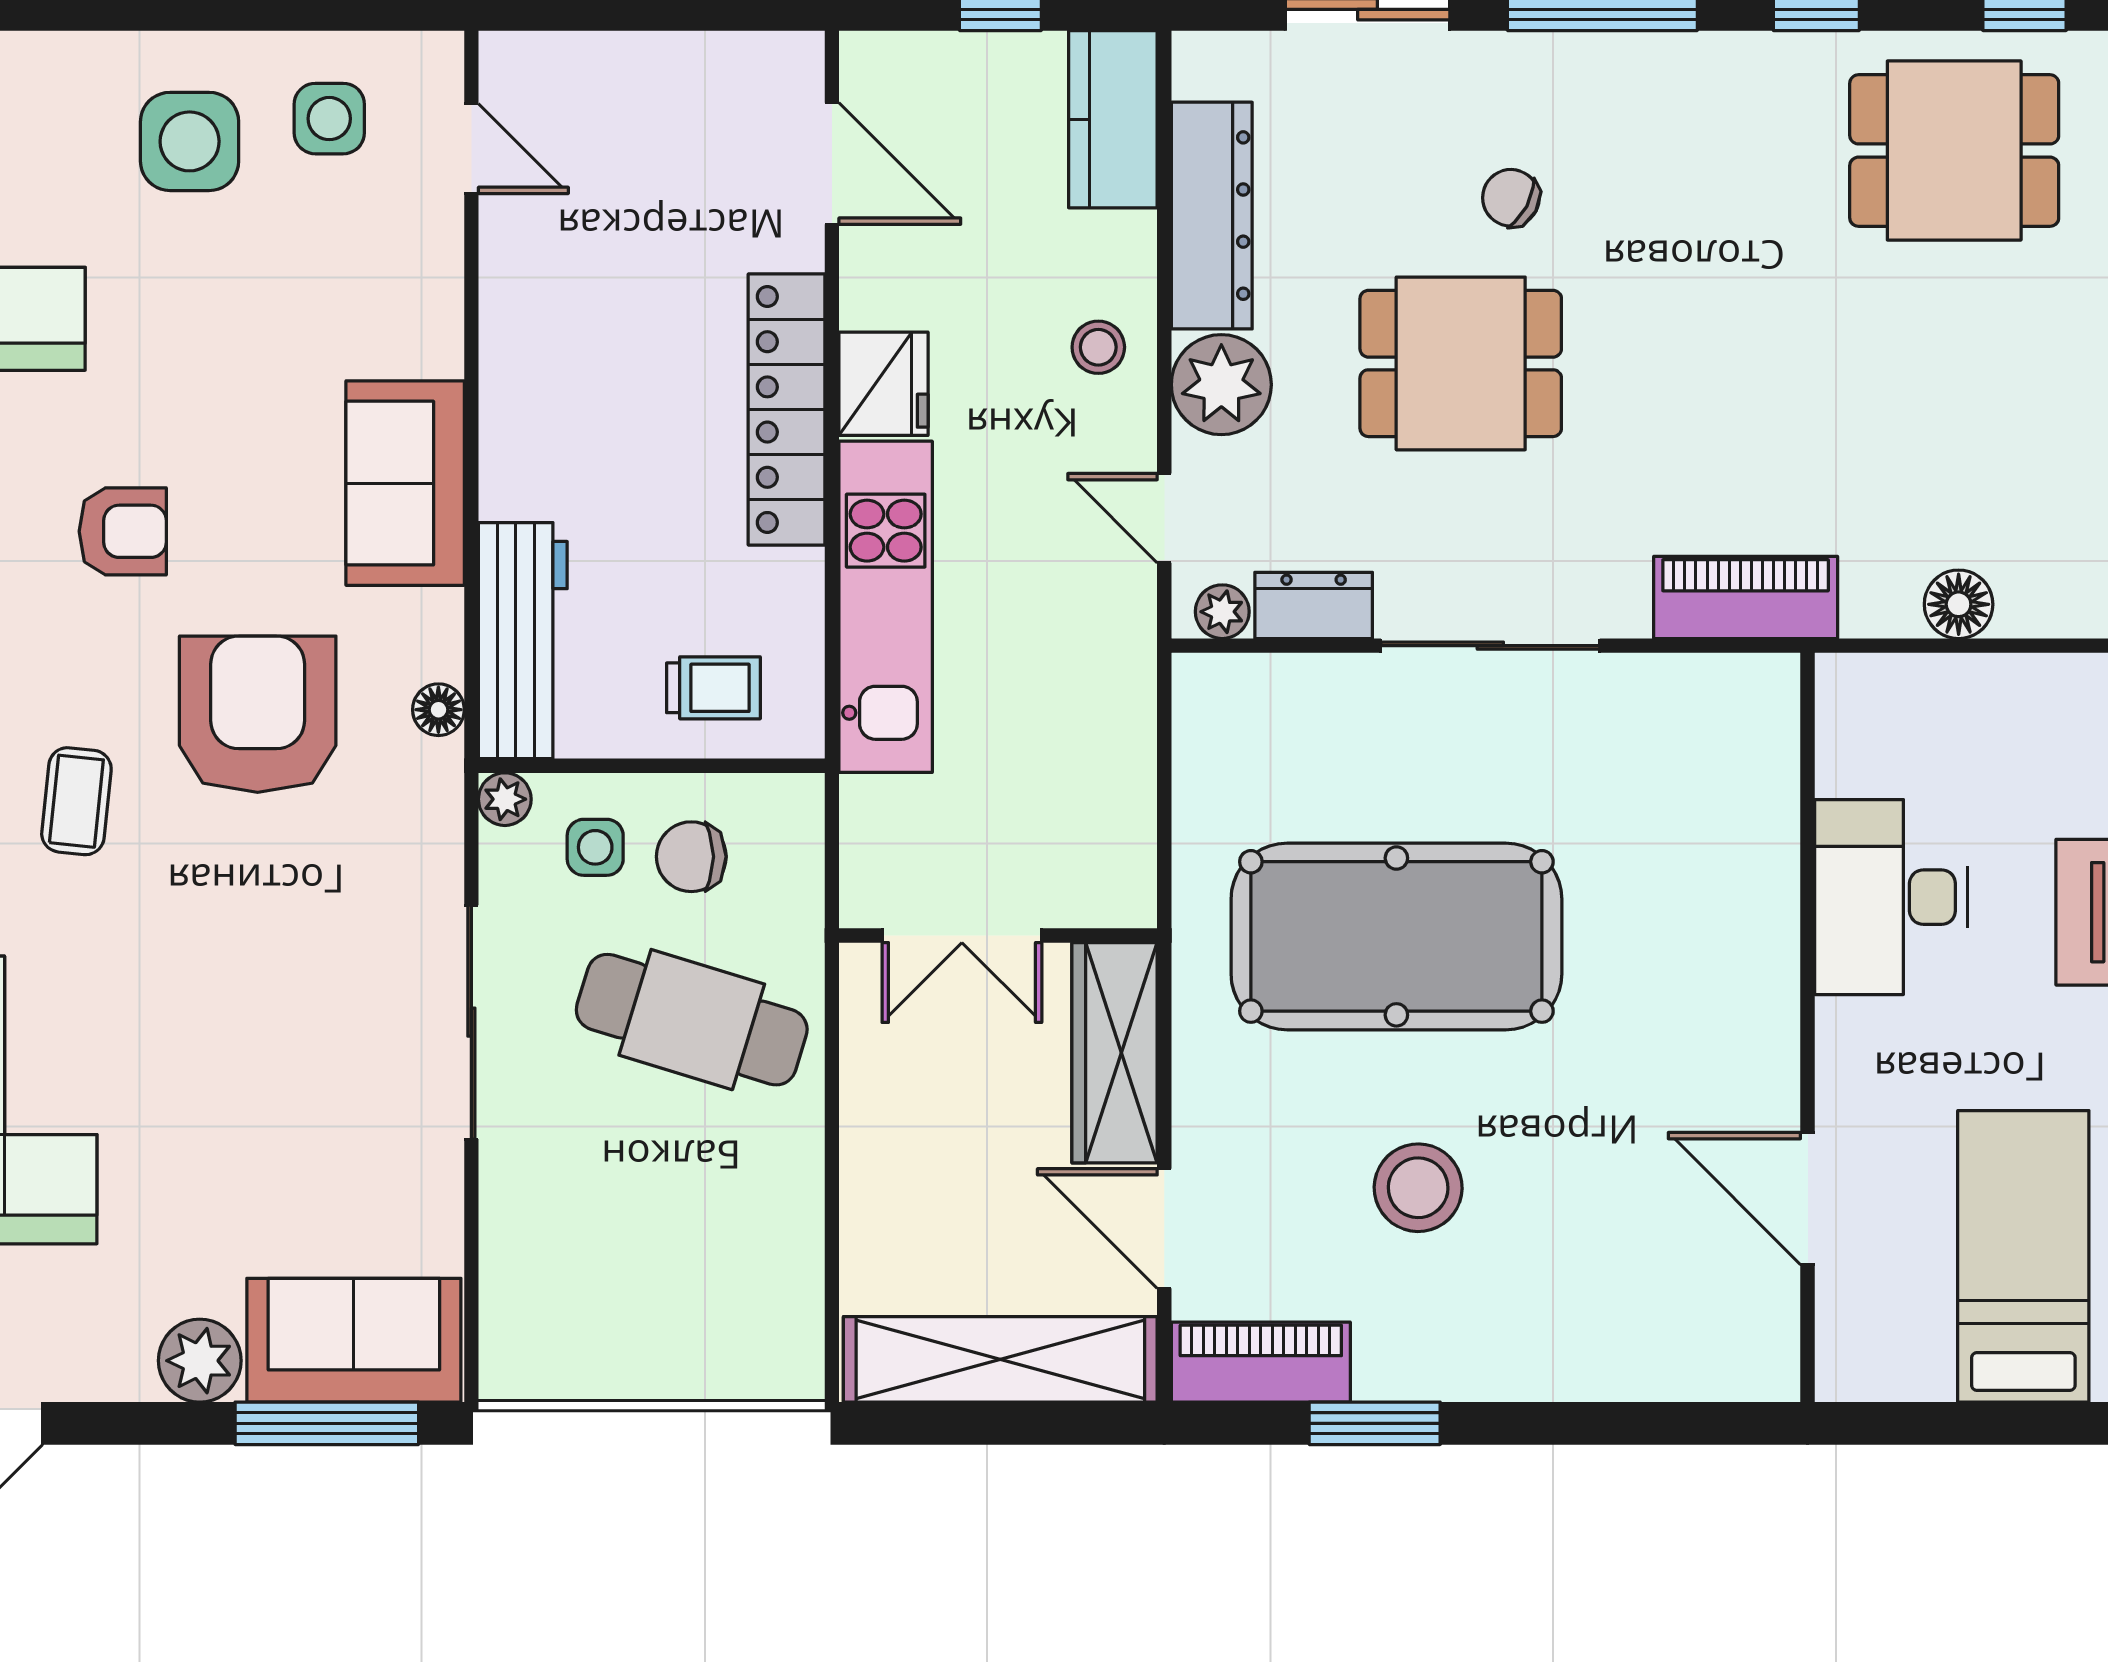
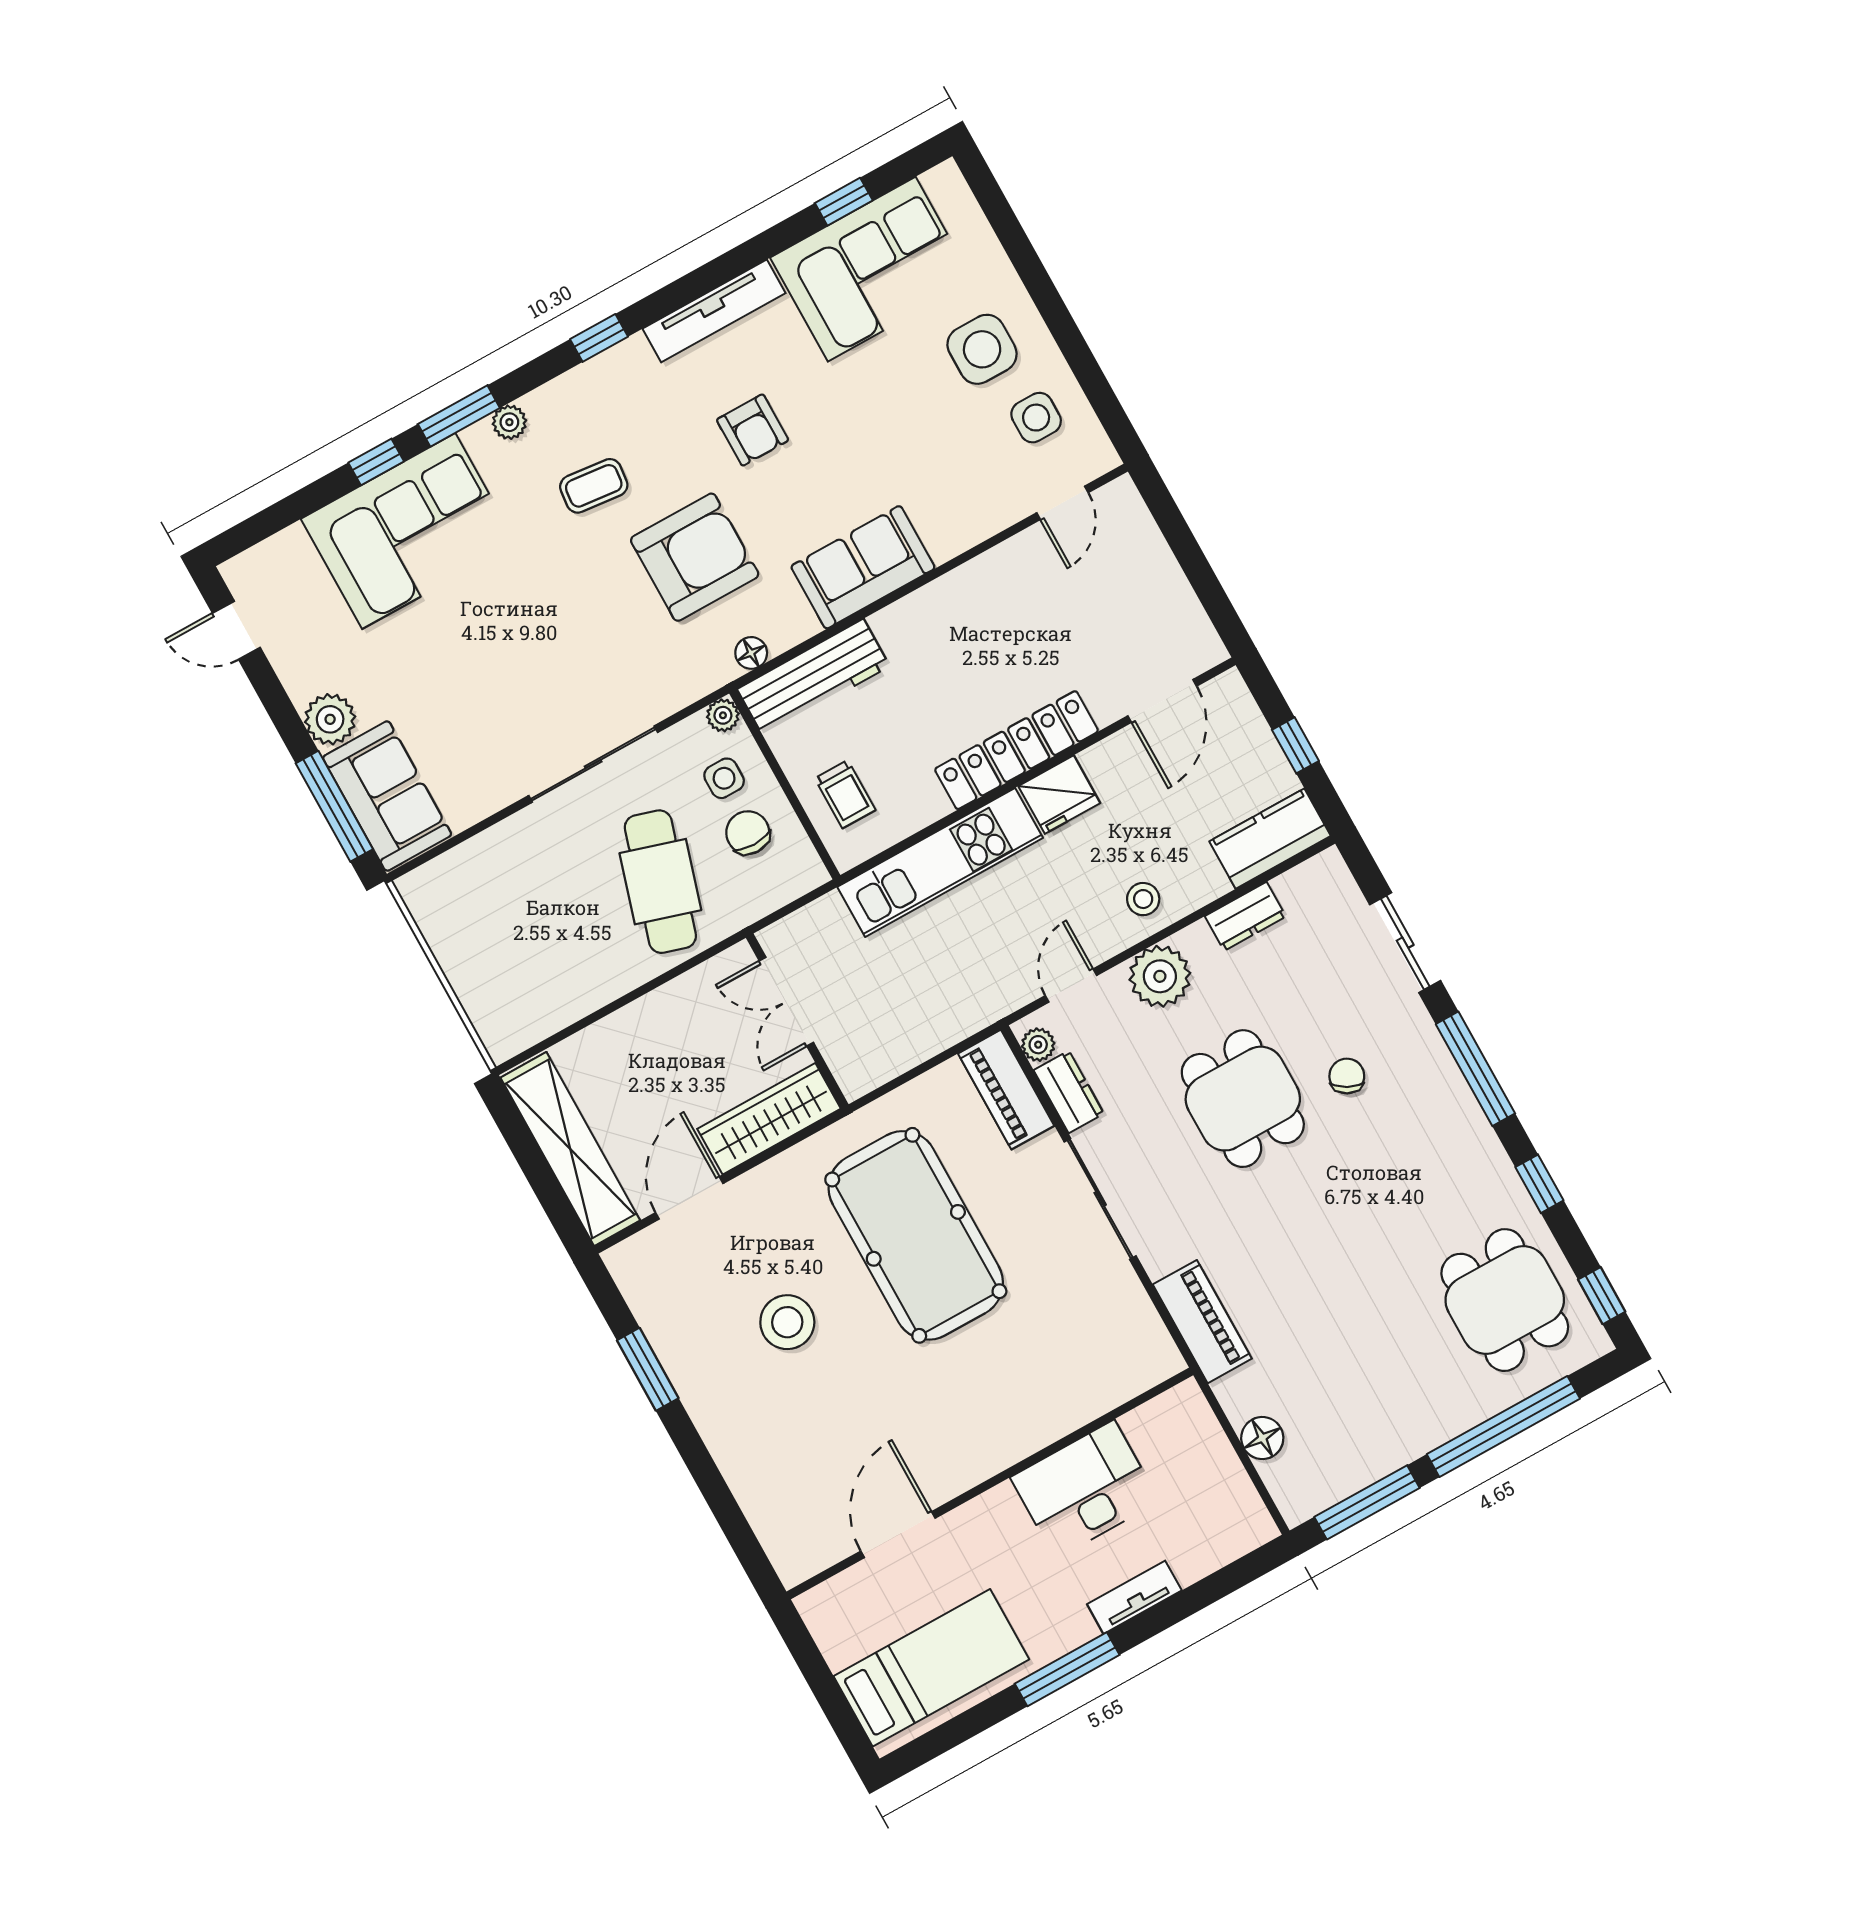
dresser: (1212, 216) -> (1245, 916), width x0.51, depth x0.80
piano: (1261, 1362) -> (1006, 1090), moved, turned 180

